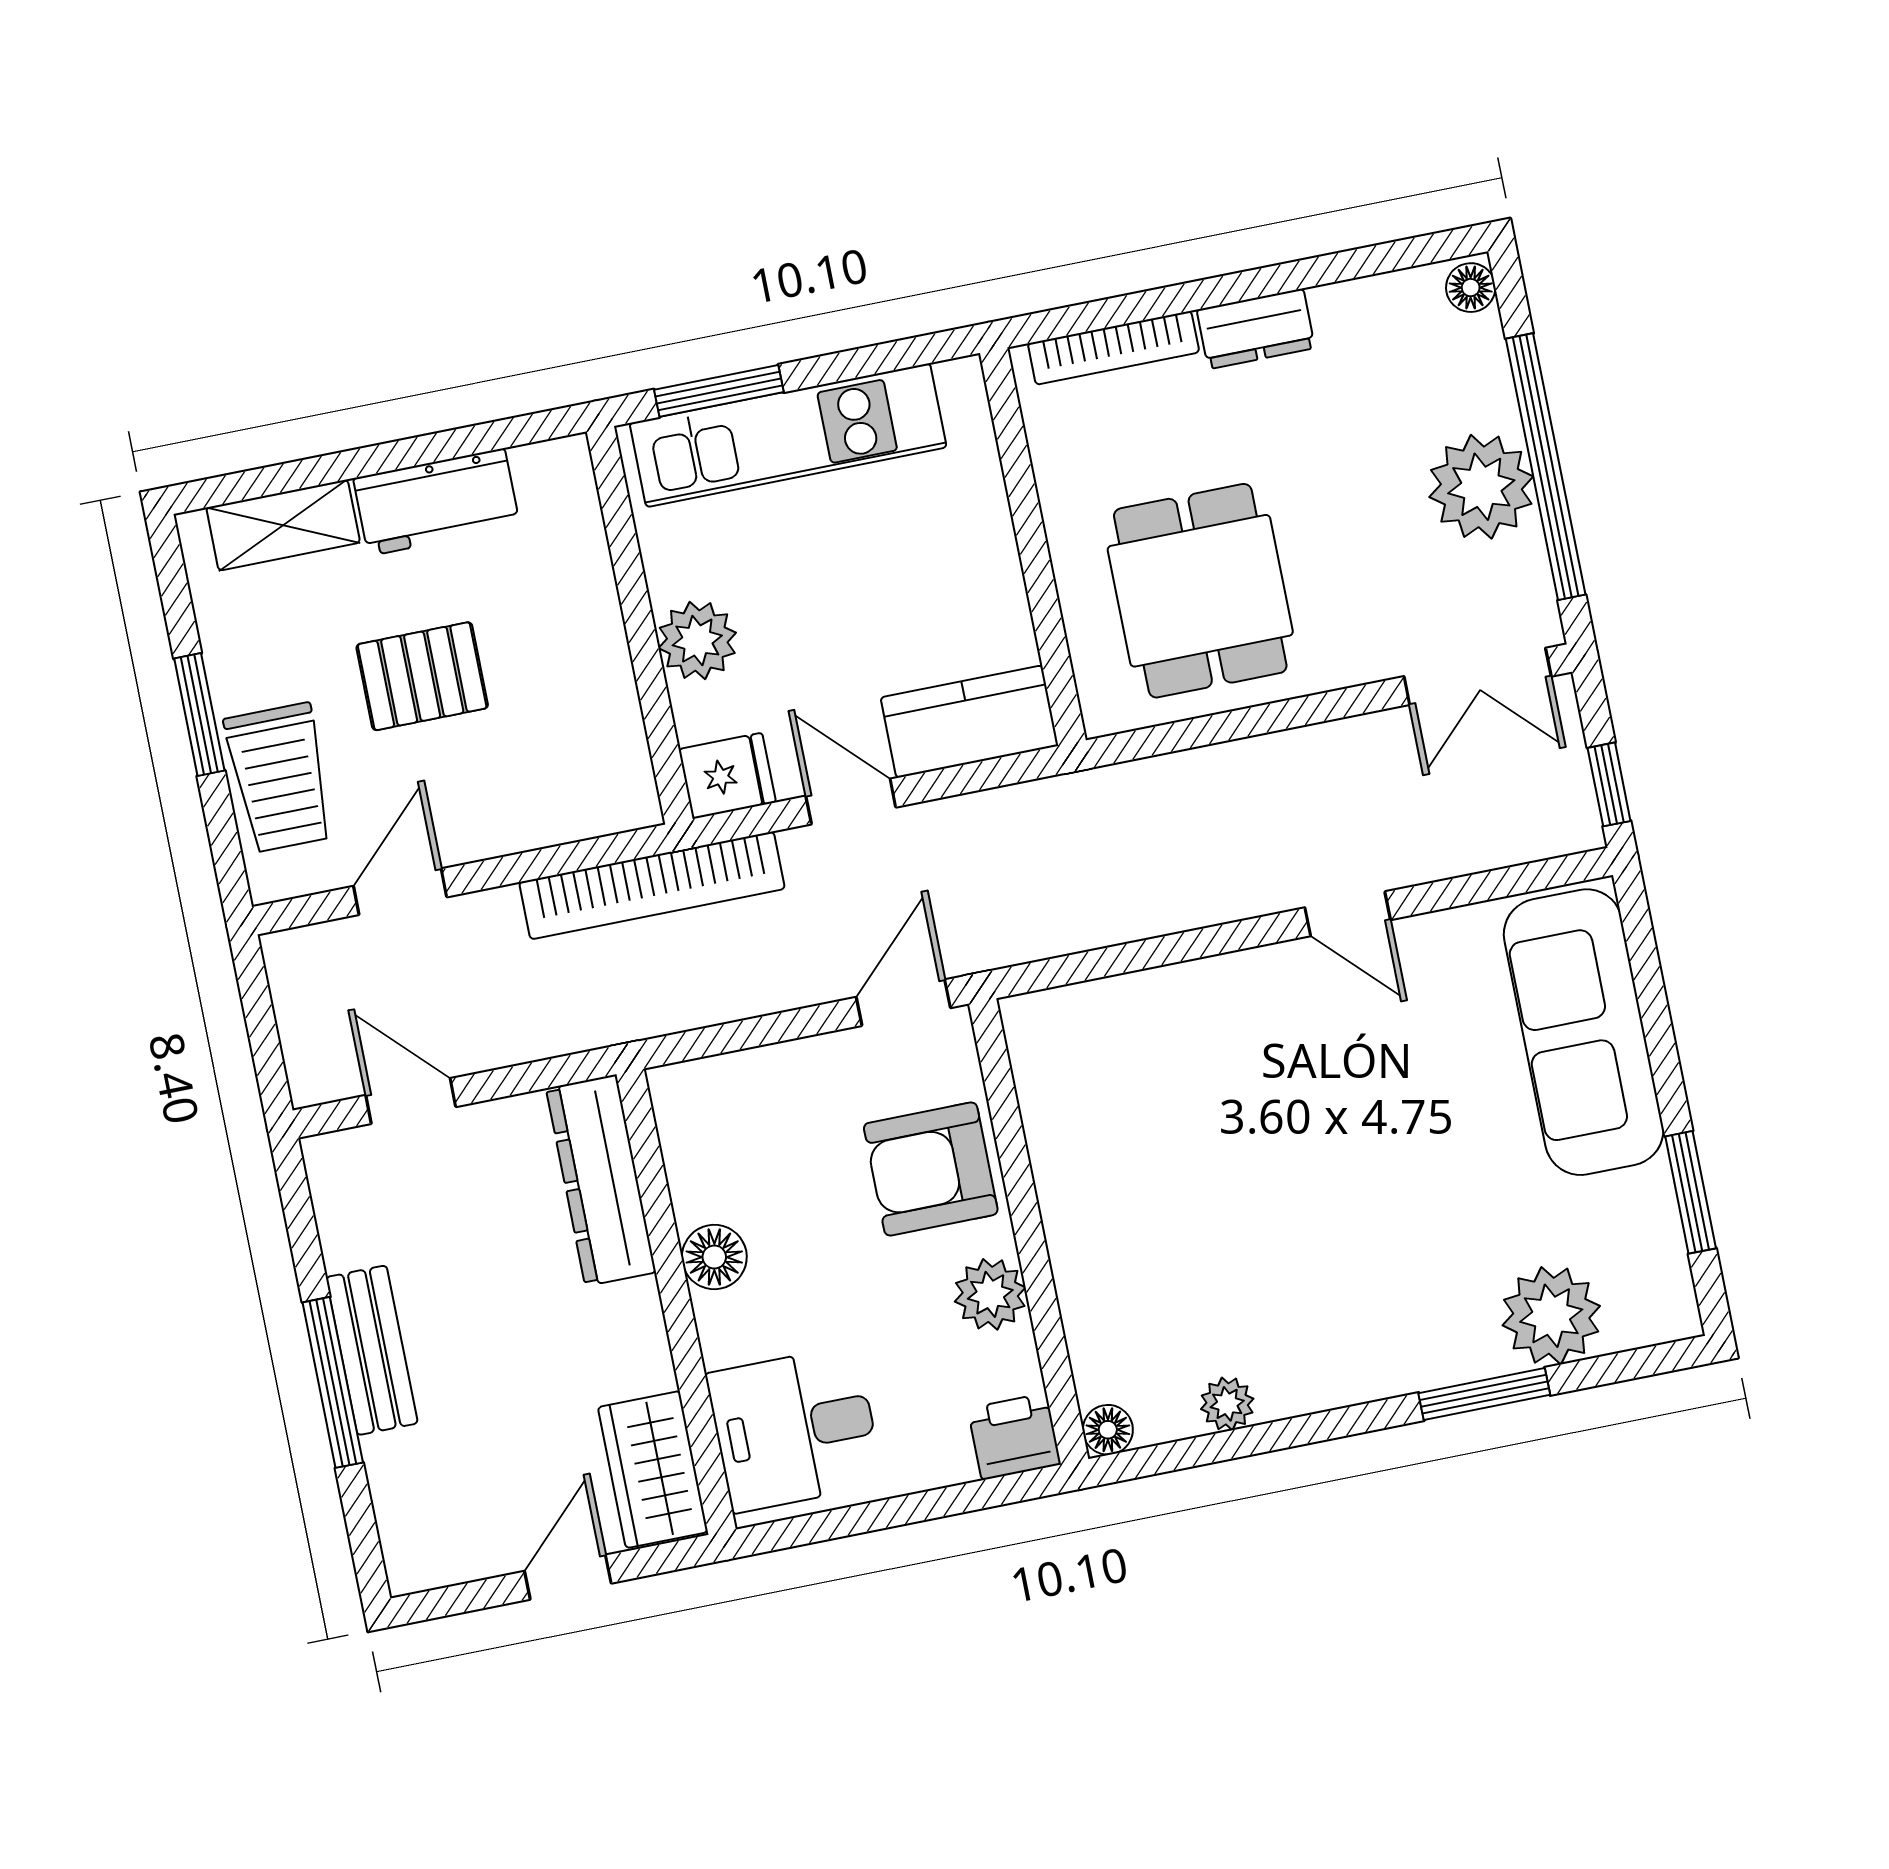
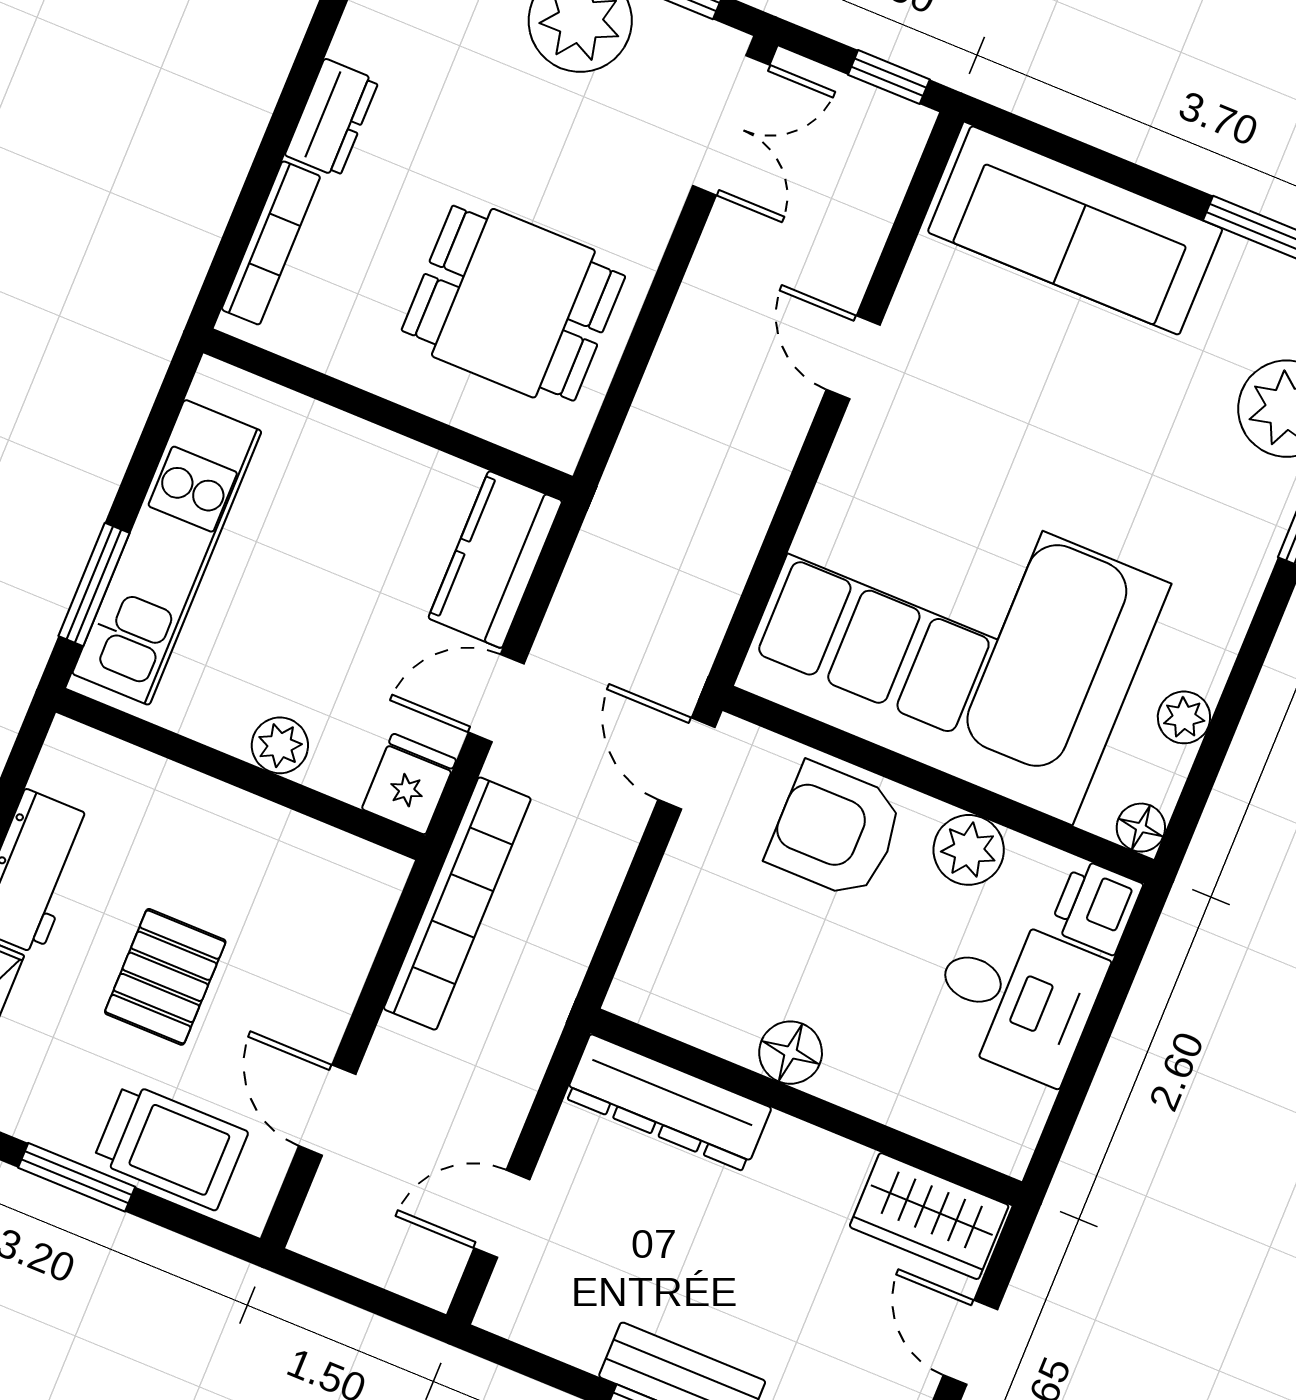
plant: (697, 640) -> (280, 745), width x0.73, depth x0.73
door: (1348, 914) -> (853, 357), swing flipped
corner sofa: (1166, 1157) -> (952, 635), added
armchair: (931, 1169) -> (835, 831), turned 90
desk: (795, 1429) -> (1016, 997), moved, turned -90

